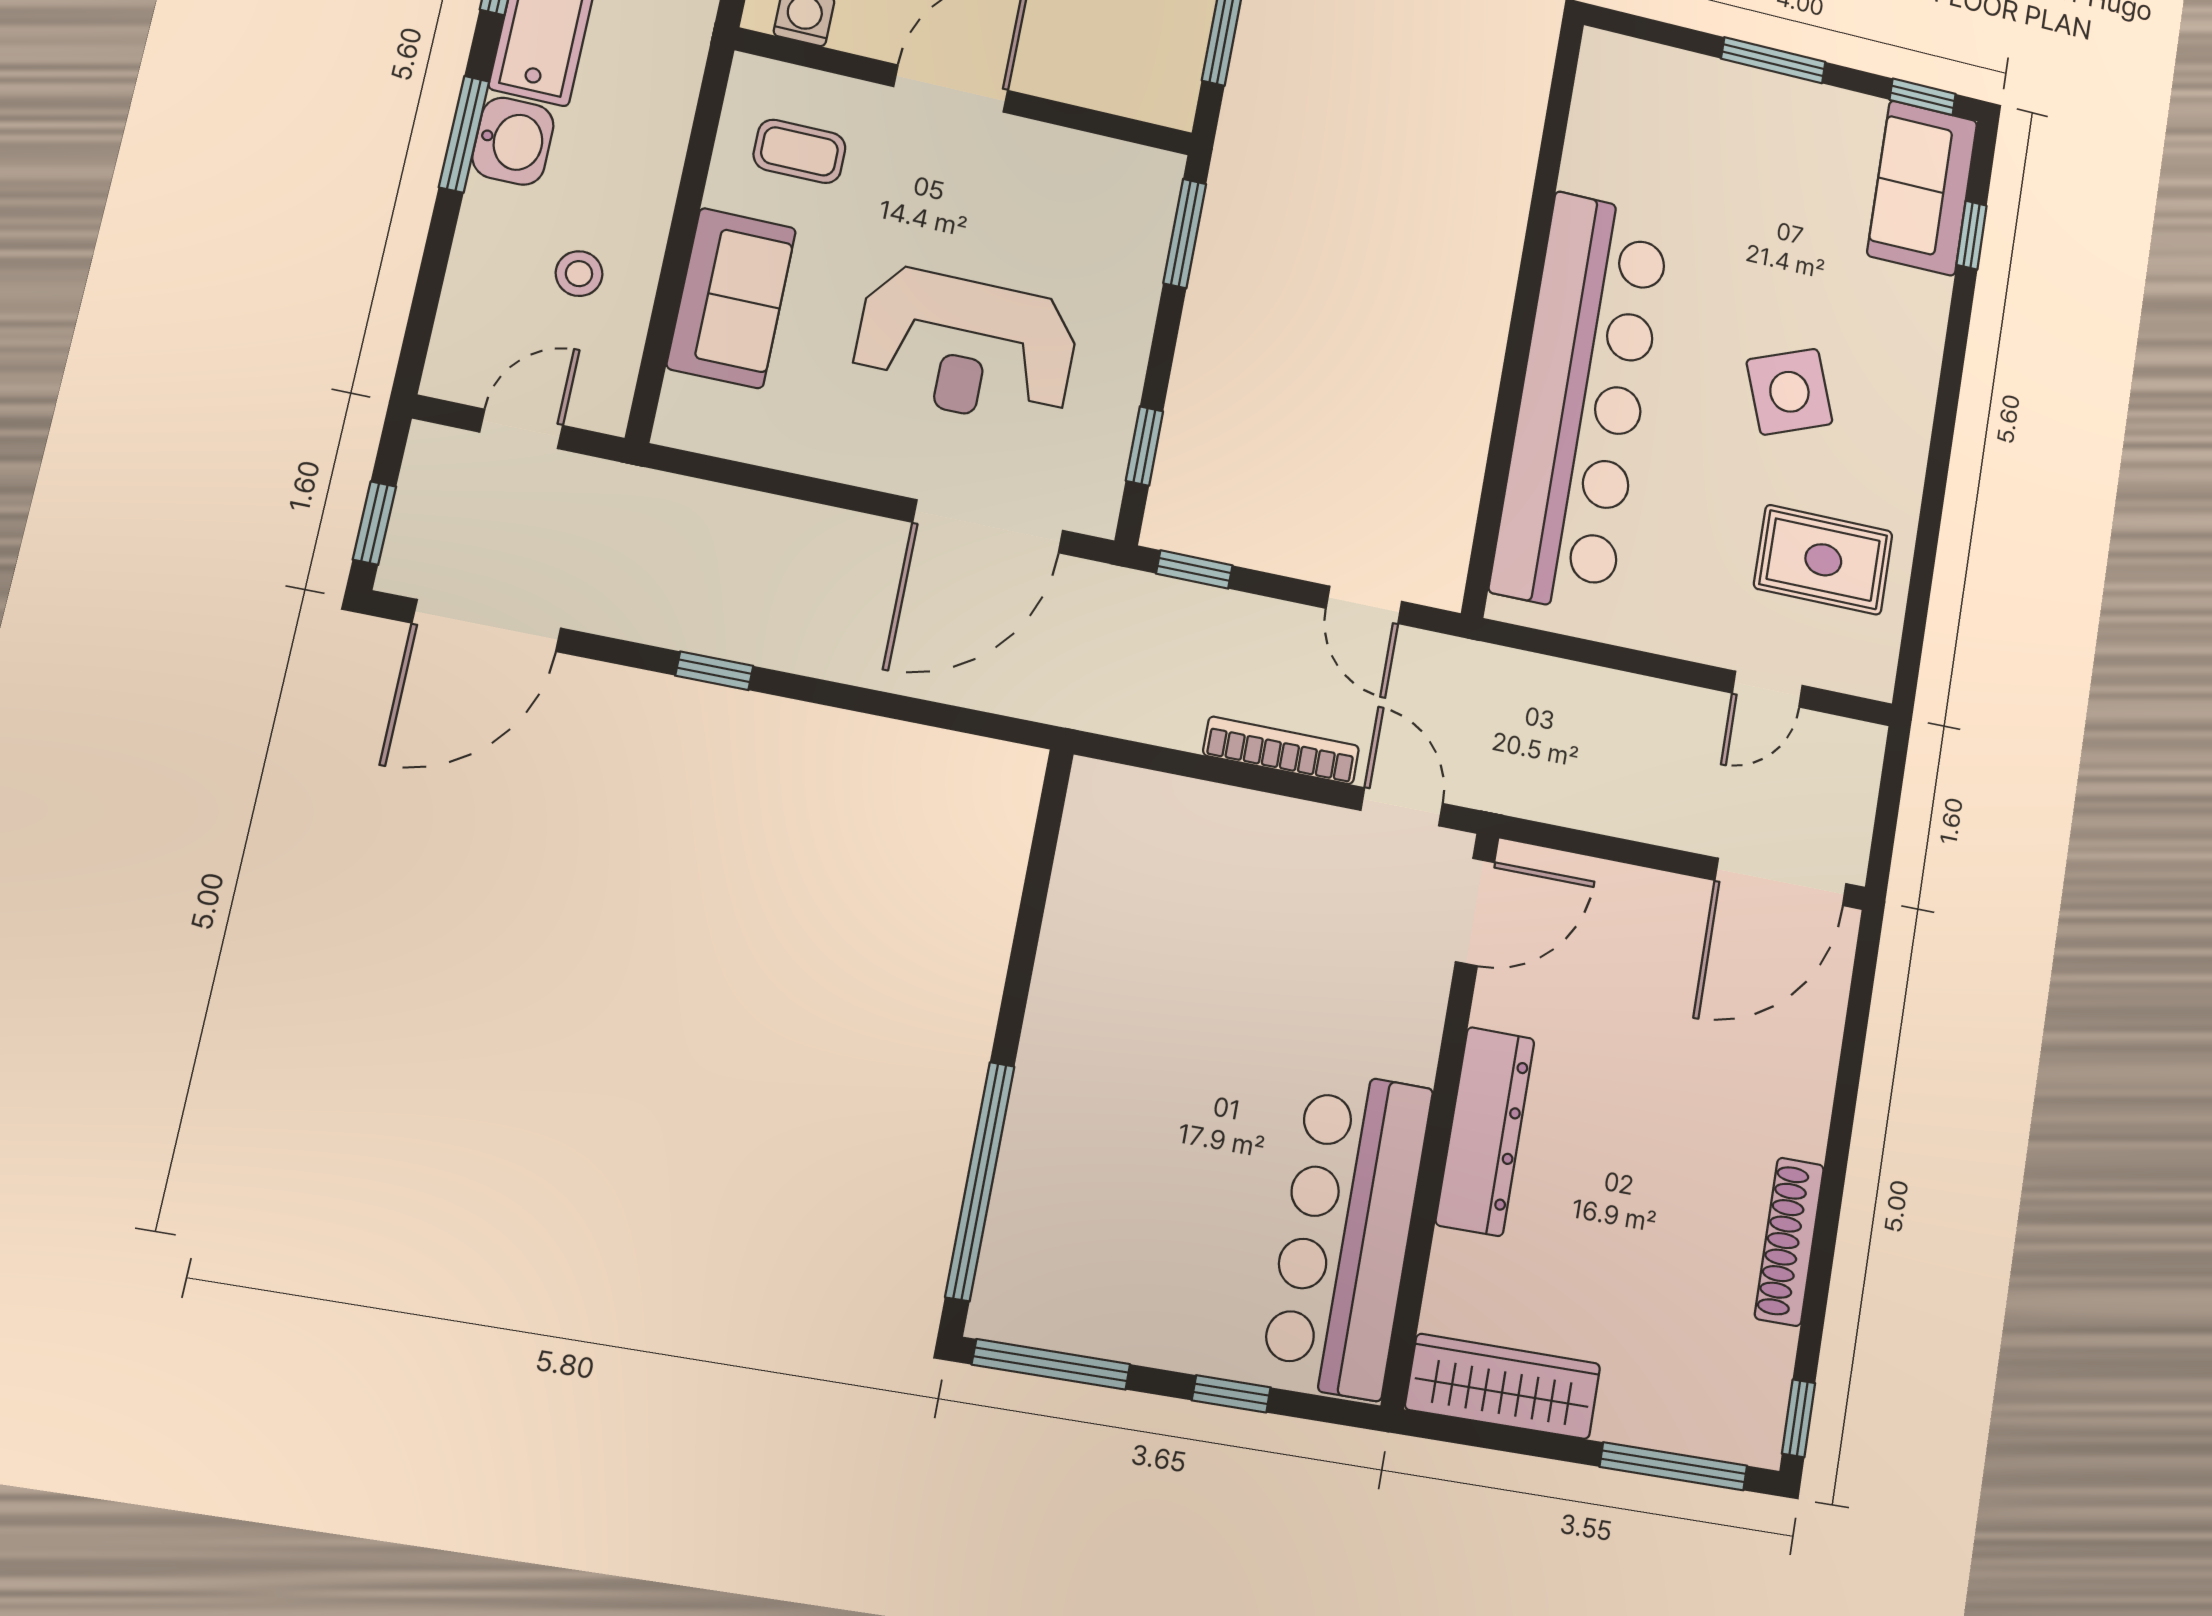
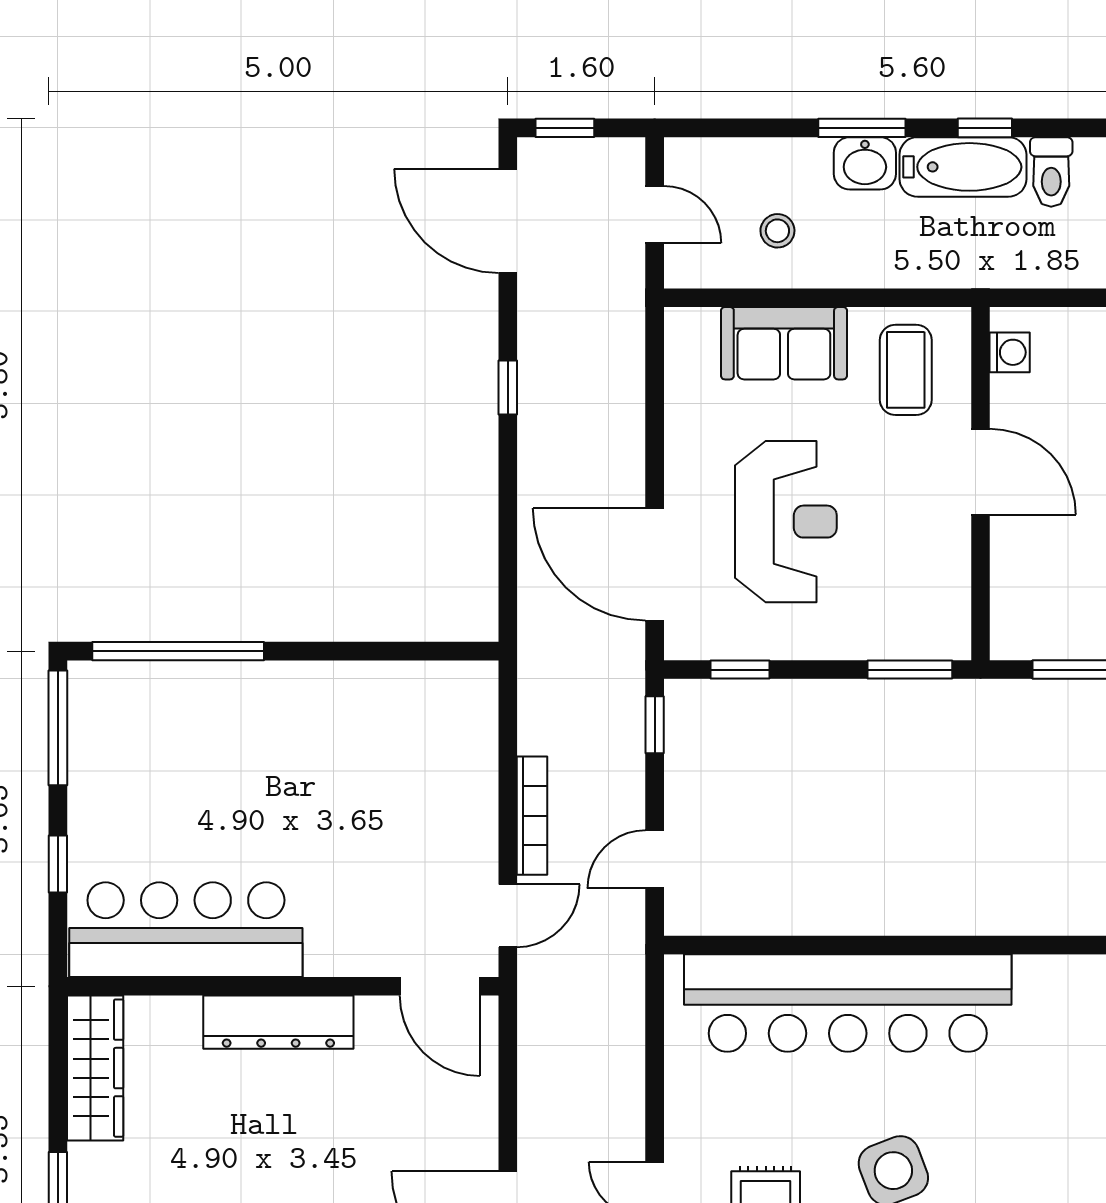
coffee table: (799, 151) -> (906, 370), width x1.36, depth x1.30
reception desk: (966, 347) -> (786, 522), turned 180

